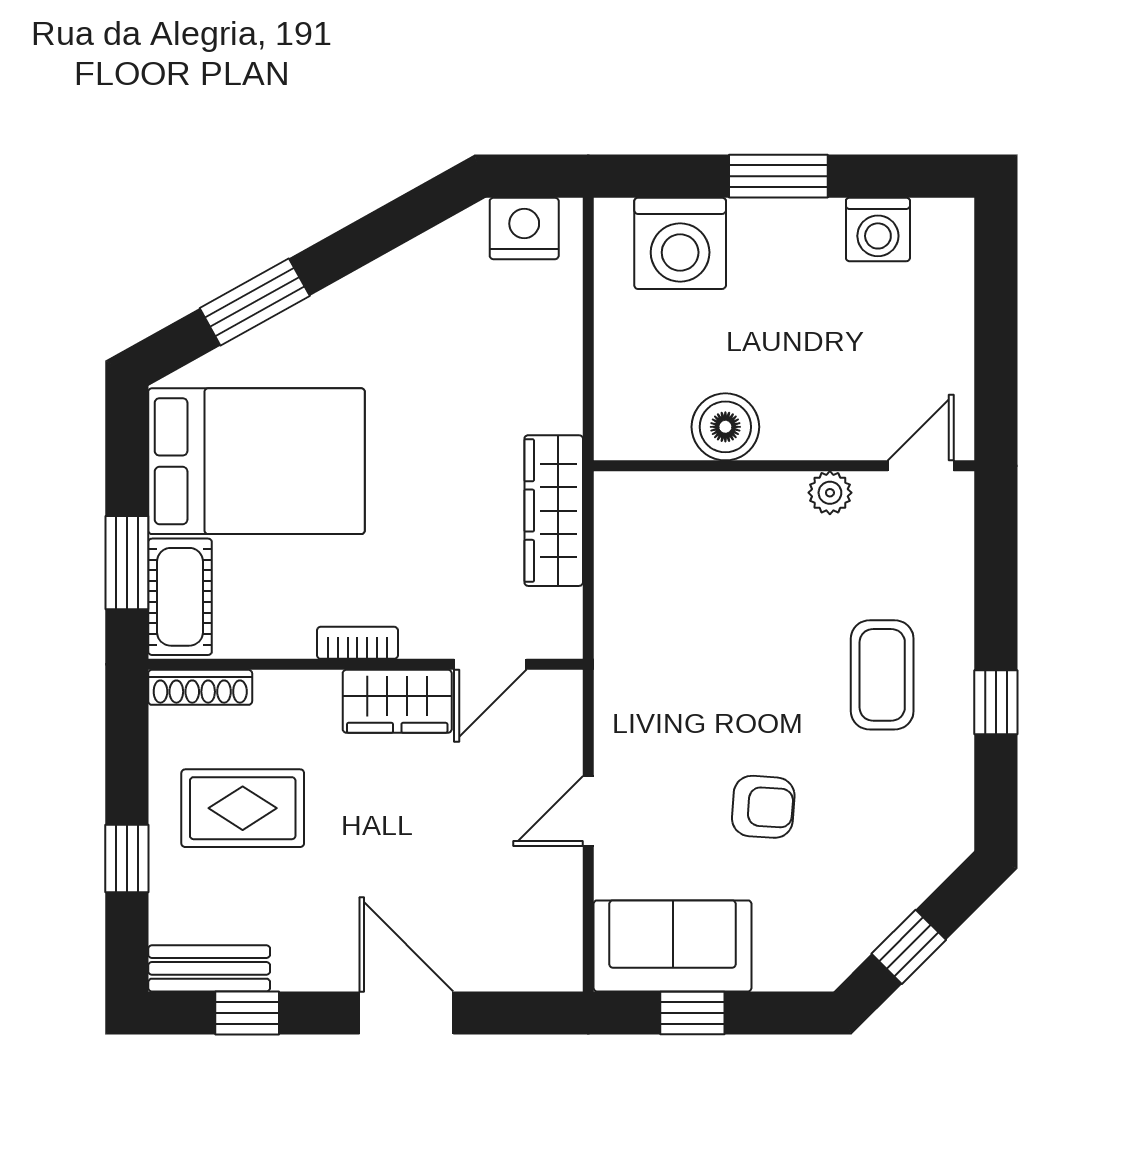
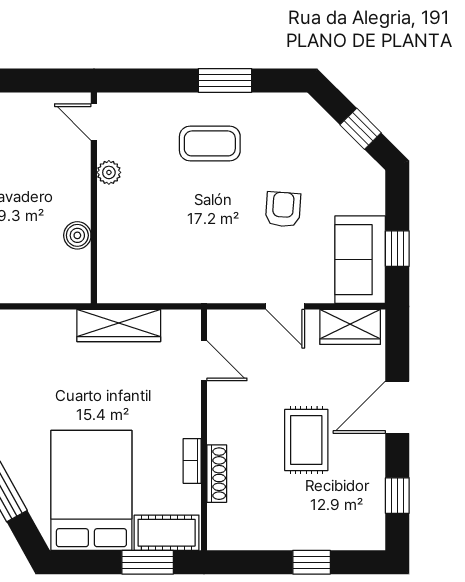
boiler: (725, 427) -> (77, 235), width x0.73, depth x0.73
bookcase: (357, 643) -> (192, 461), moved
shoe rack: (200, 687) -> (217, 474), moved
wardrobe: (397, 701) -> (350, 327), moved, turned 90
window: (996, 702) -> (225, 80), width x1.50
rug: (243, 808) -> (306, 440), moved
bench: (209, 968) -> (373, 517), removed

